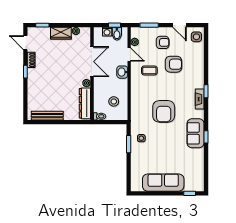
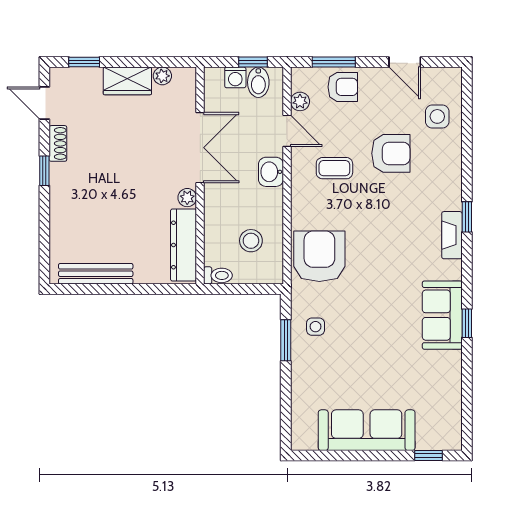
side table: (196, 37) -> (437, 116), moved
armchair: (163, 42) -> (343, 87), moved
armchair: (164, 111) -> (319, 256), moved, turned 180

